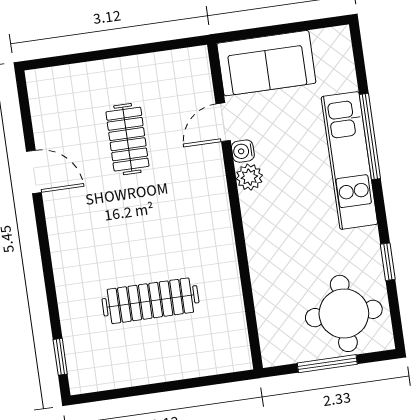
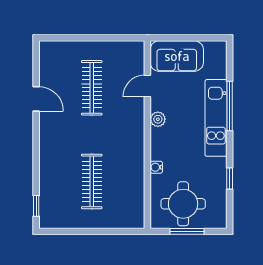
clothes rail: (127, 139) -> (92, 88), width x1.36
water cooler: (243, 151) -> (156, 167), moved
clothes rail: (150, 301) -> (92, 181), turned 90
round table: (344, 313) -> (183, 204), moved

